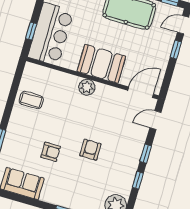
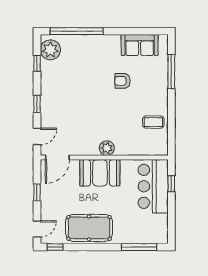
window: (176, 50) -> (37, 192), moved
armchair: (90, 150) -> (87, 93), removed
window: (138, 180) -> (37, 63), moved

